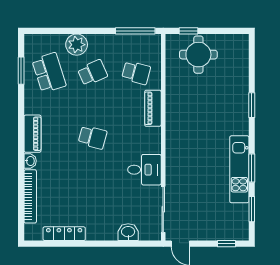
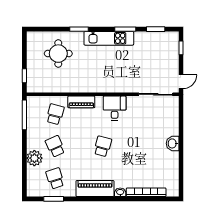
round table: (198, 55) -> (58, 54), moved
school desk: (49, 73) -> (55, 178), width x0.54
piano: (33, 134) -> (95, 189), width x1.37, depth x1.33
kitchen unit: (239, 169) -> (109, 38), moved
desk: (144, 170) -> (115, 108), moved
washbasin: (128, 232) -> (173, 143), moved
locker: (64, 234) -> (174, 167), removed

